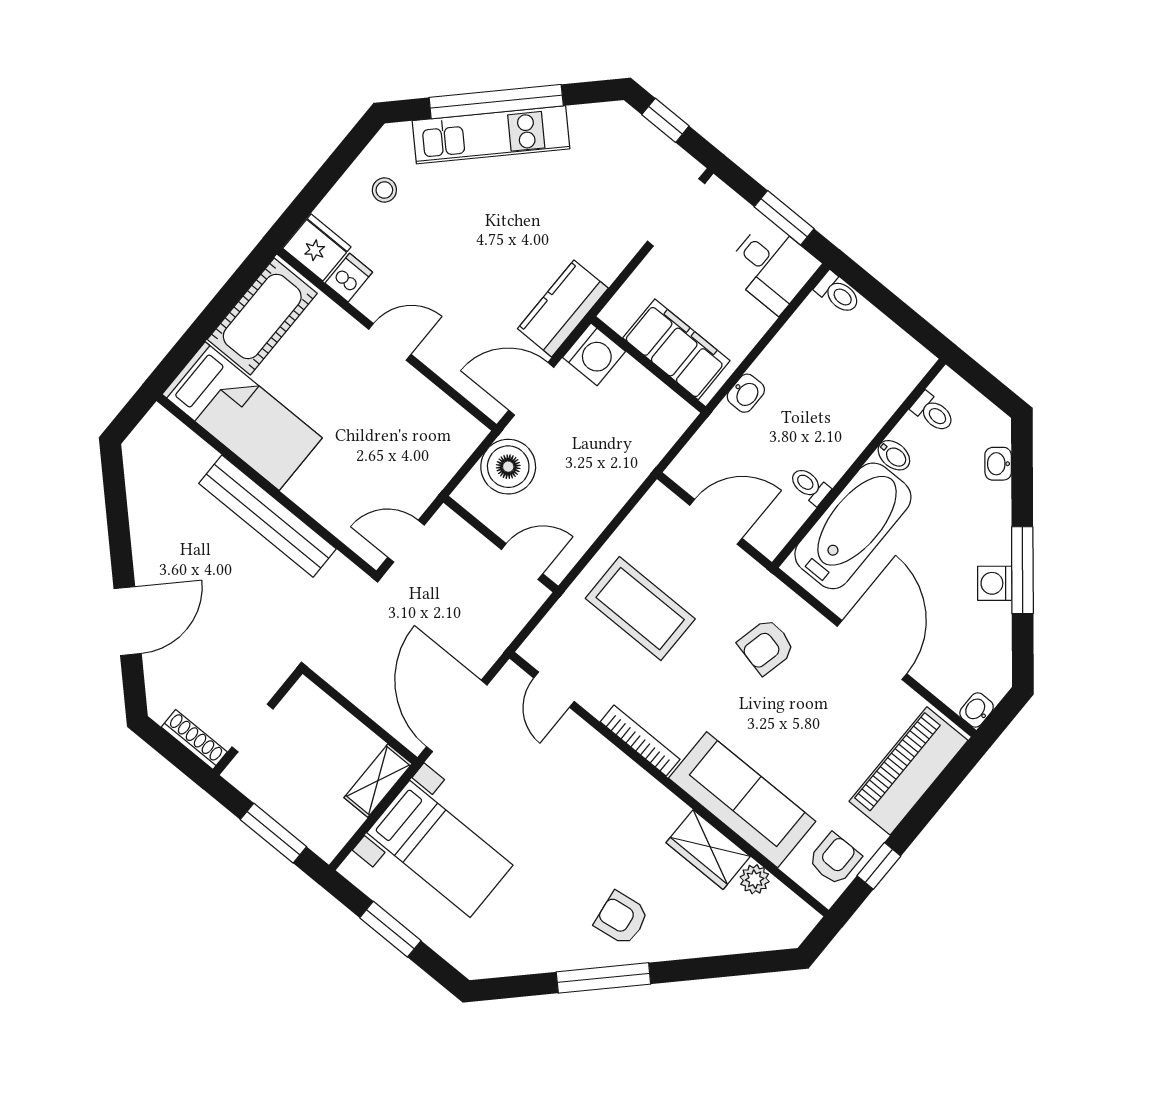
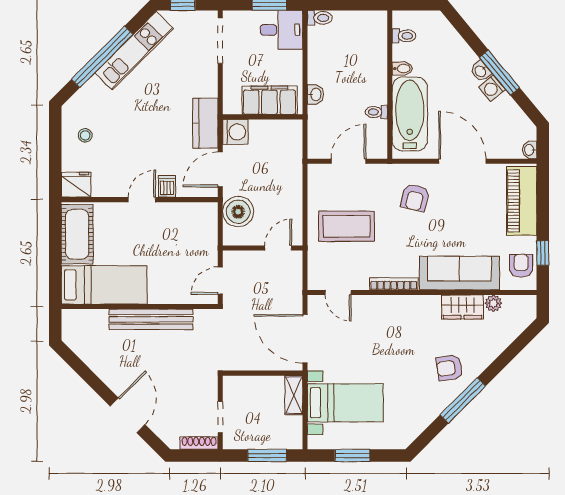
kitchen unit: (491, 135) -> (134, 51), moved
dishwasher: (349, 278) -> (167, 186), moved
washbasin: (998, 464) -> (481, 71), moved

